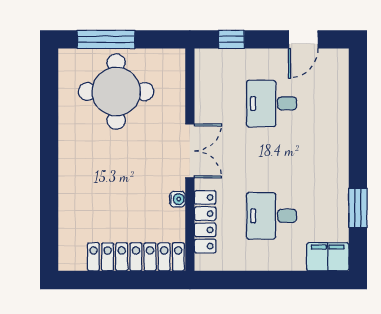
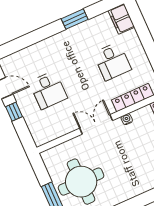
window: (231, 39) -> (14, 112), moved
window: (358, 208) -> (75, 19), moved

